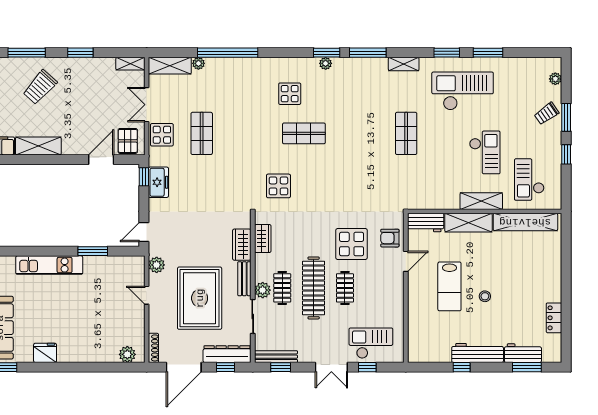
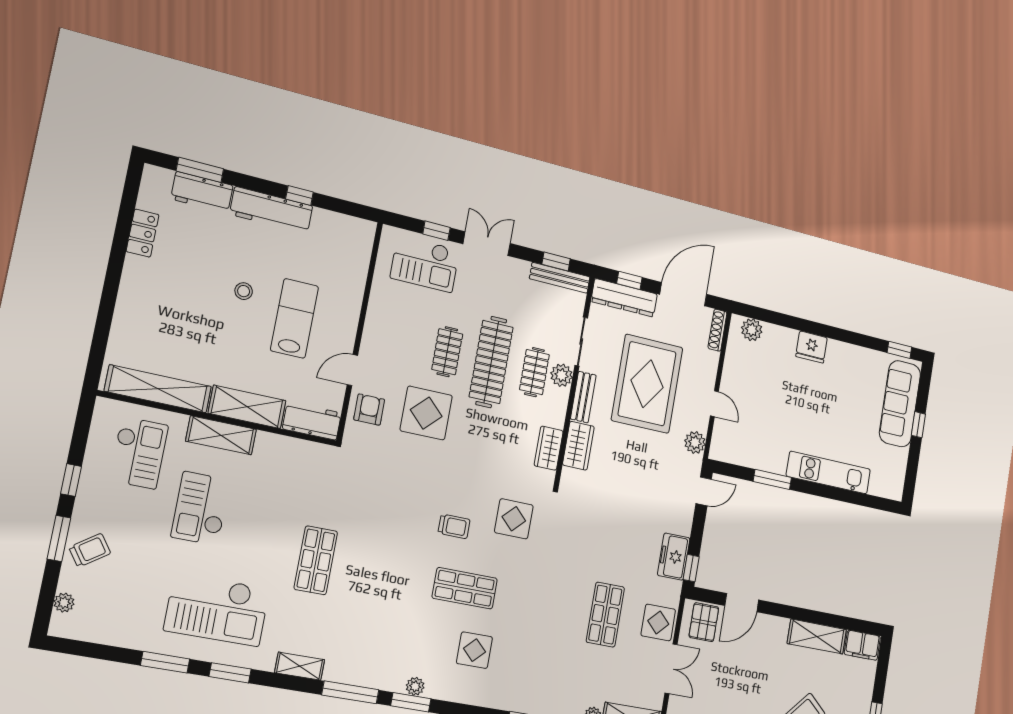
trolley: (319, 173) -> (454, 526), added
armchair: (390, 238) -> (369, 410), turned -90
fridge: (45, 353) -> (812, 347), moved

